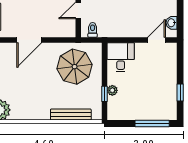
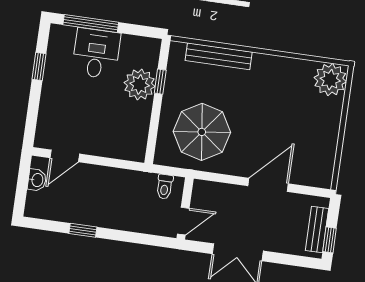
desk: (121, 57) -> (96, 53), moved, turned 180
plant: (112, 90) -> (140, 85), width x1.88, depth x1.88

